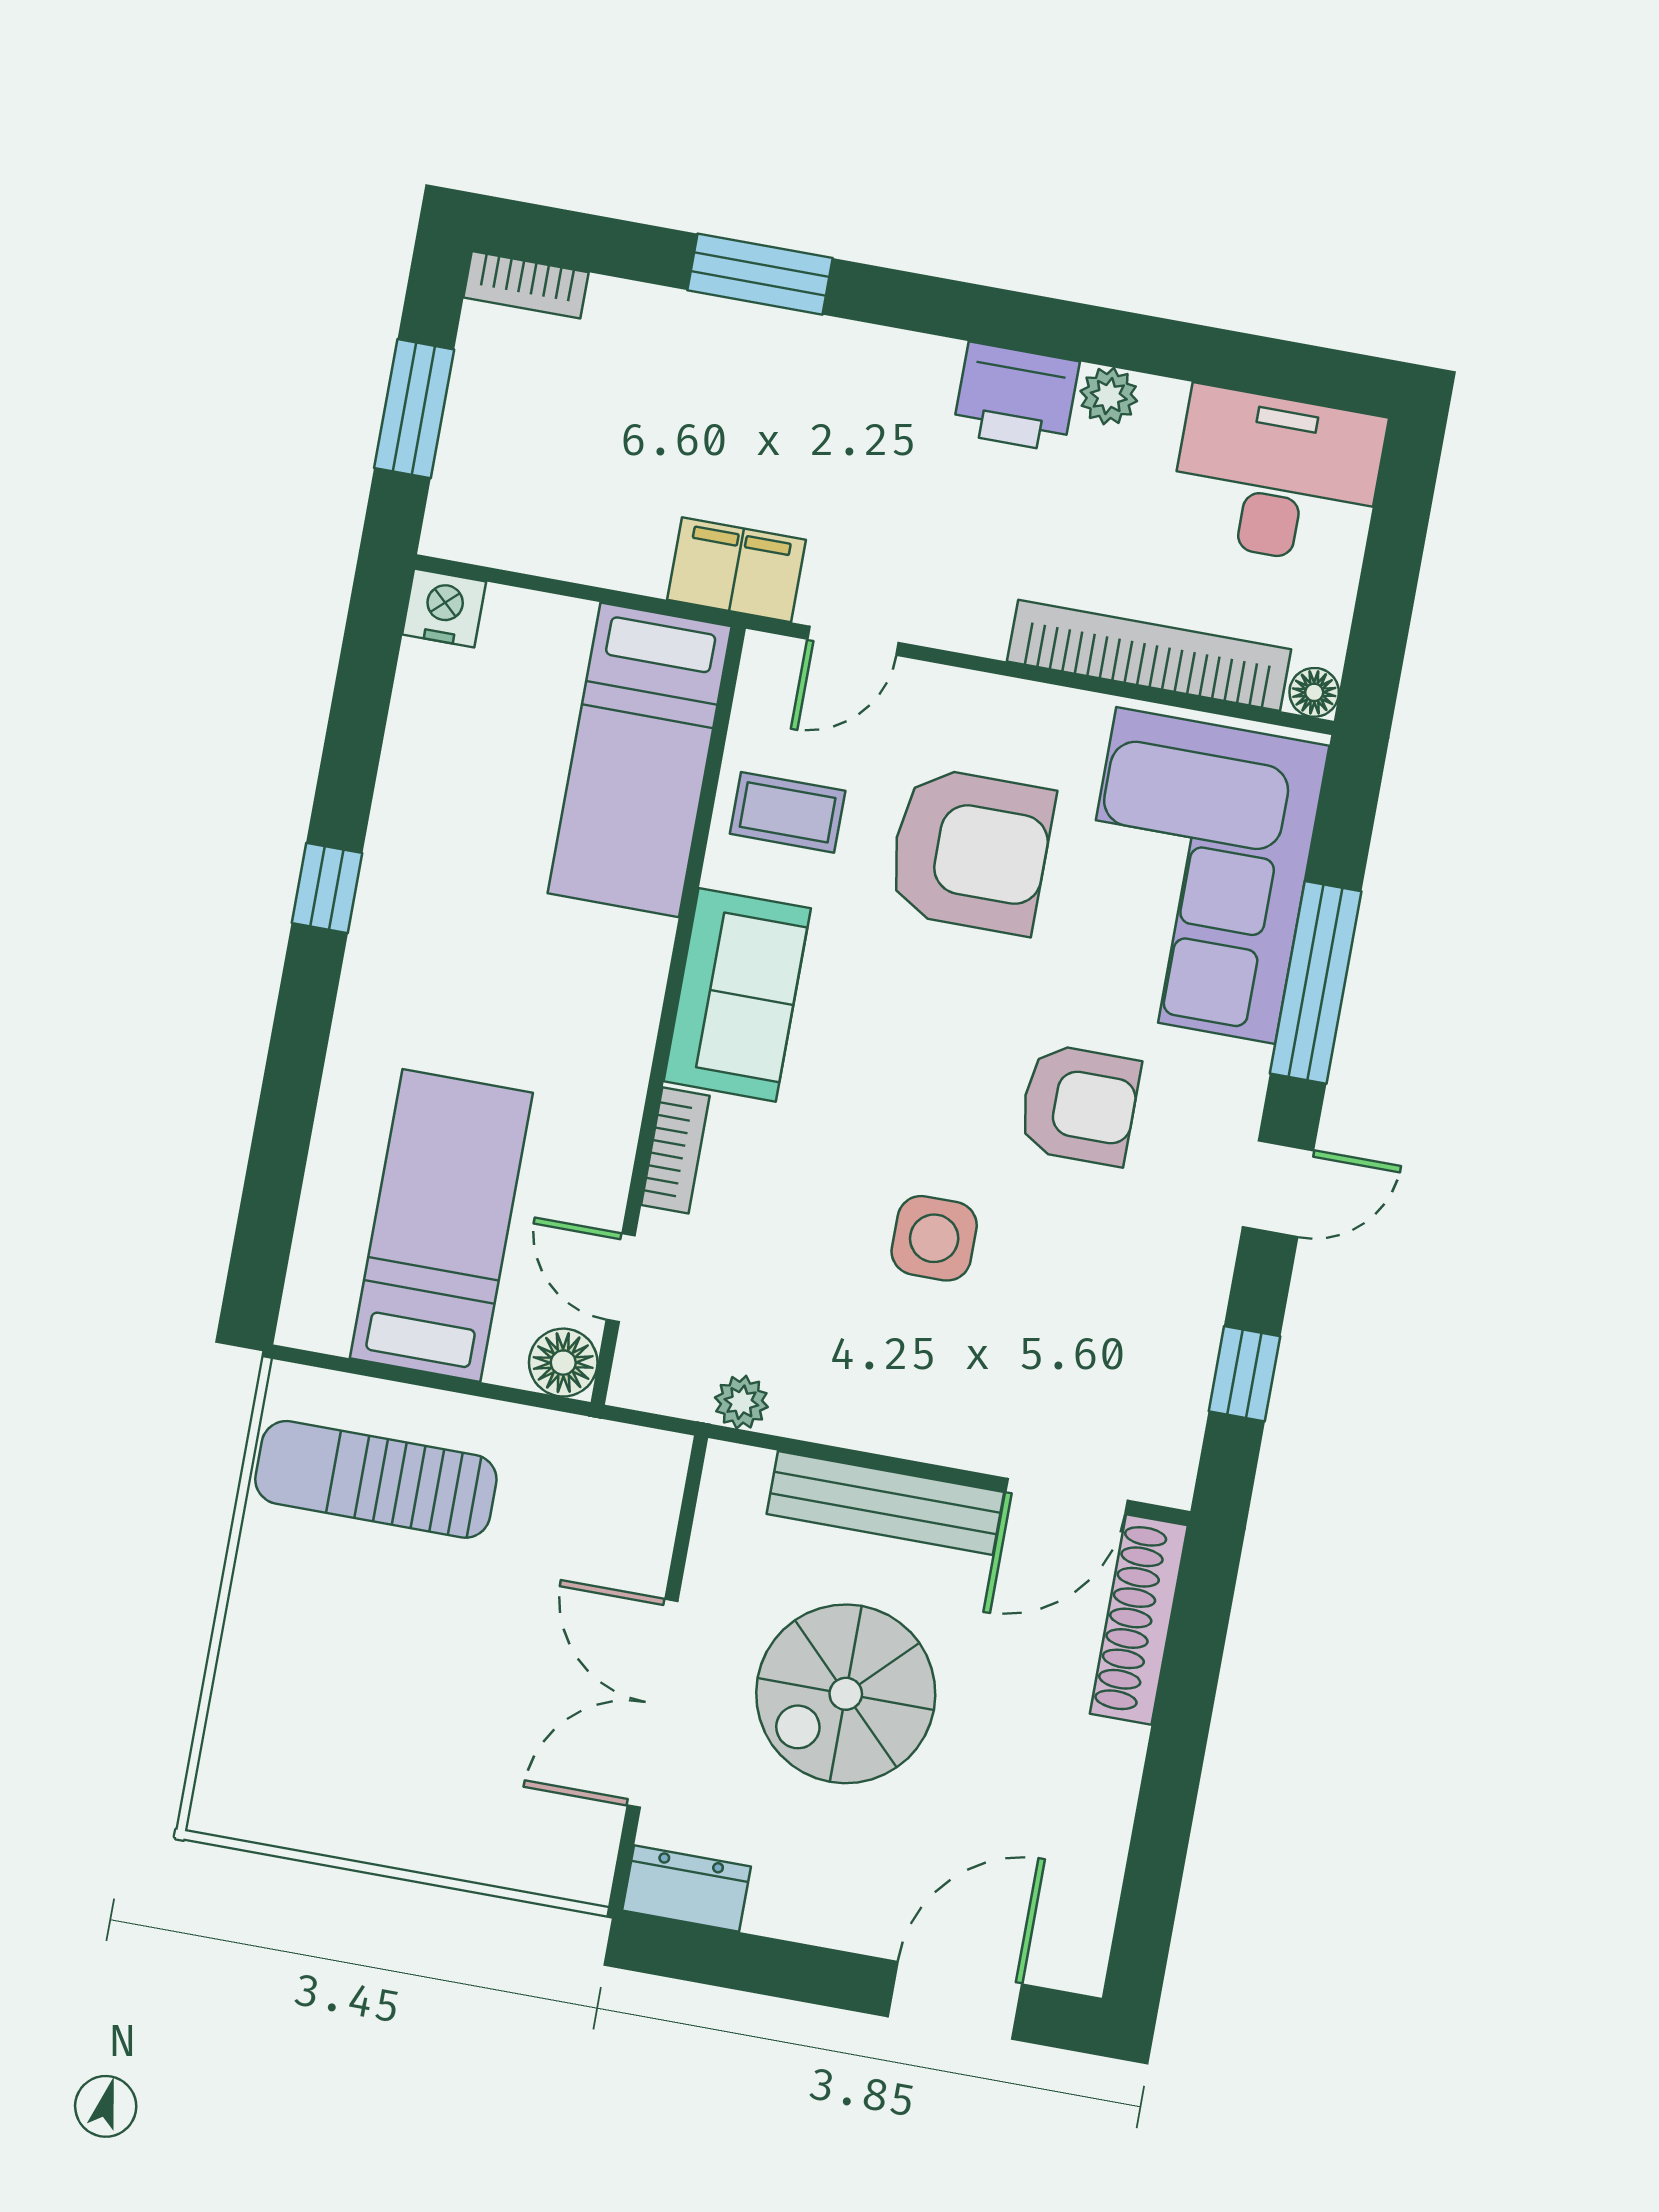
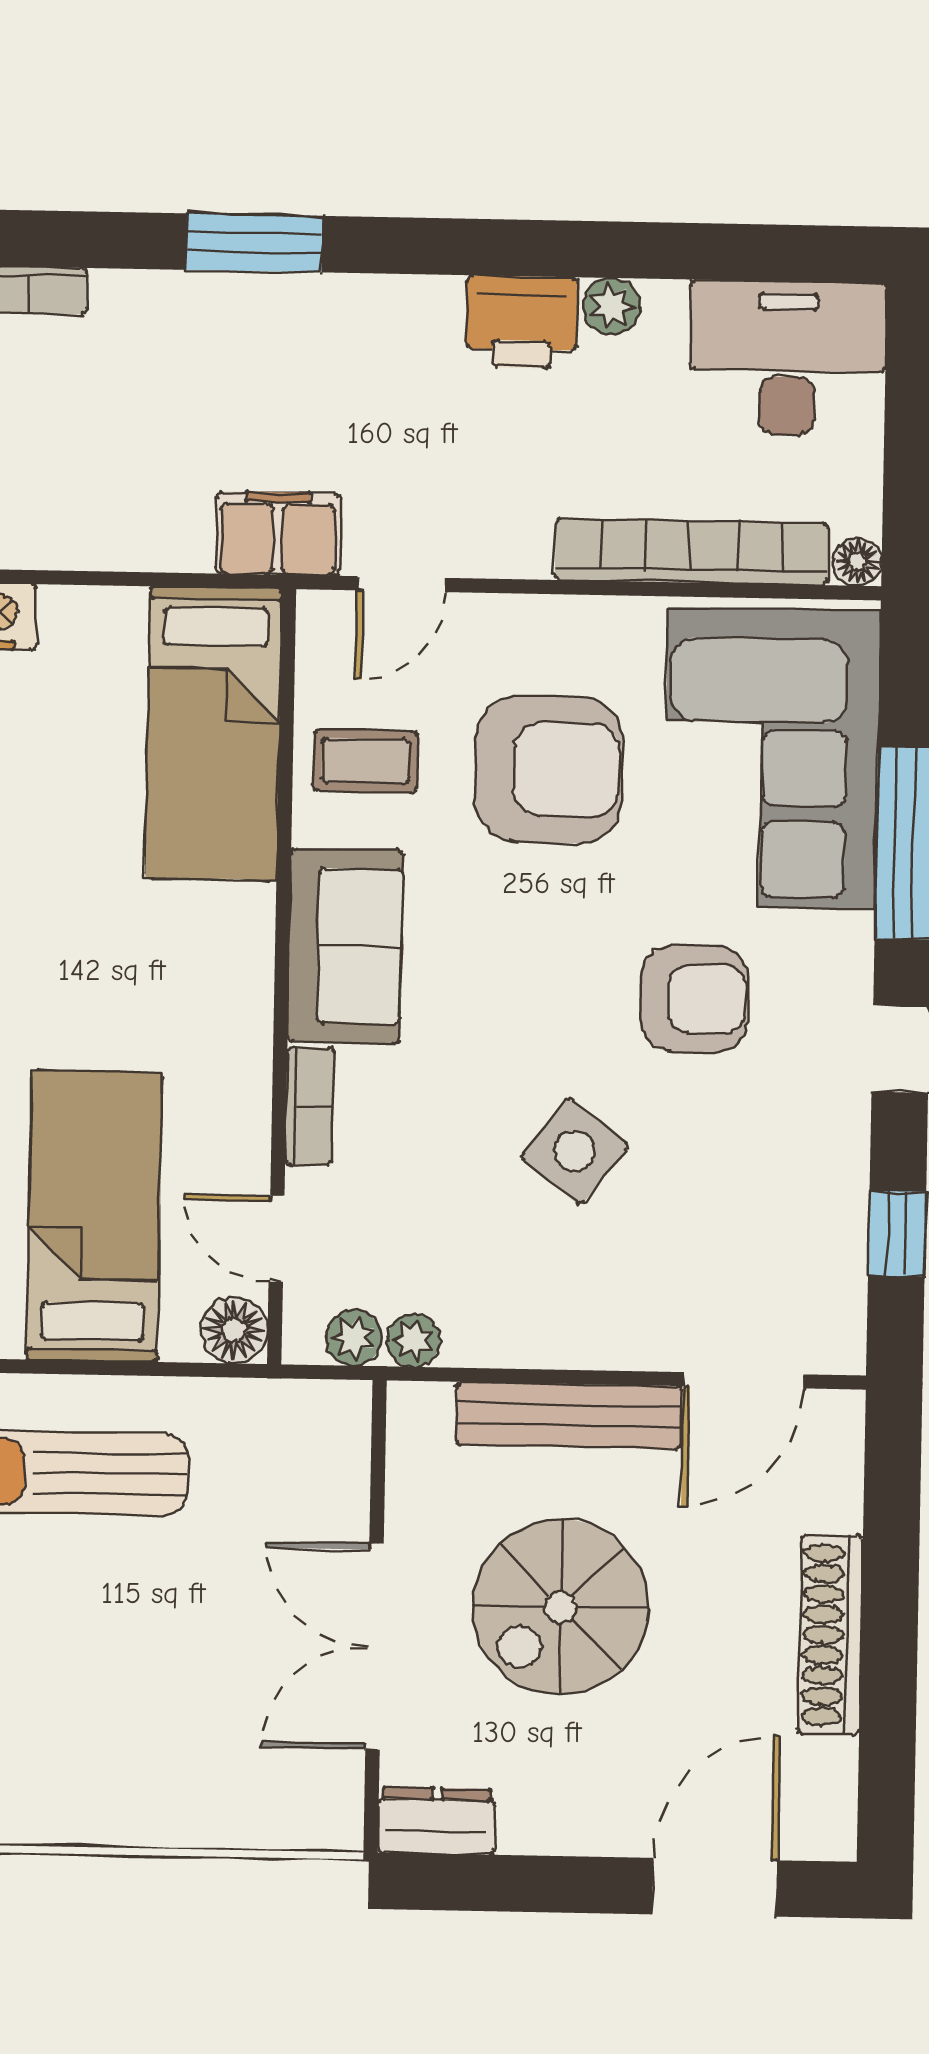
side table: (934, 1238) -> (575, 1151), turned 38
plant: (682, 1390) -> (354, 1338), added
shoe rack: (1139, 1619) -> (830, 1635), moved

